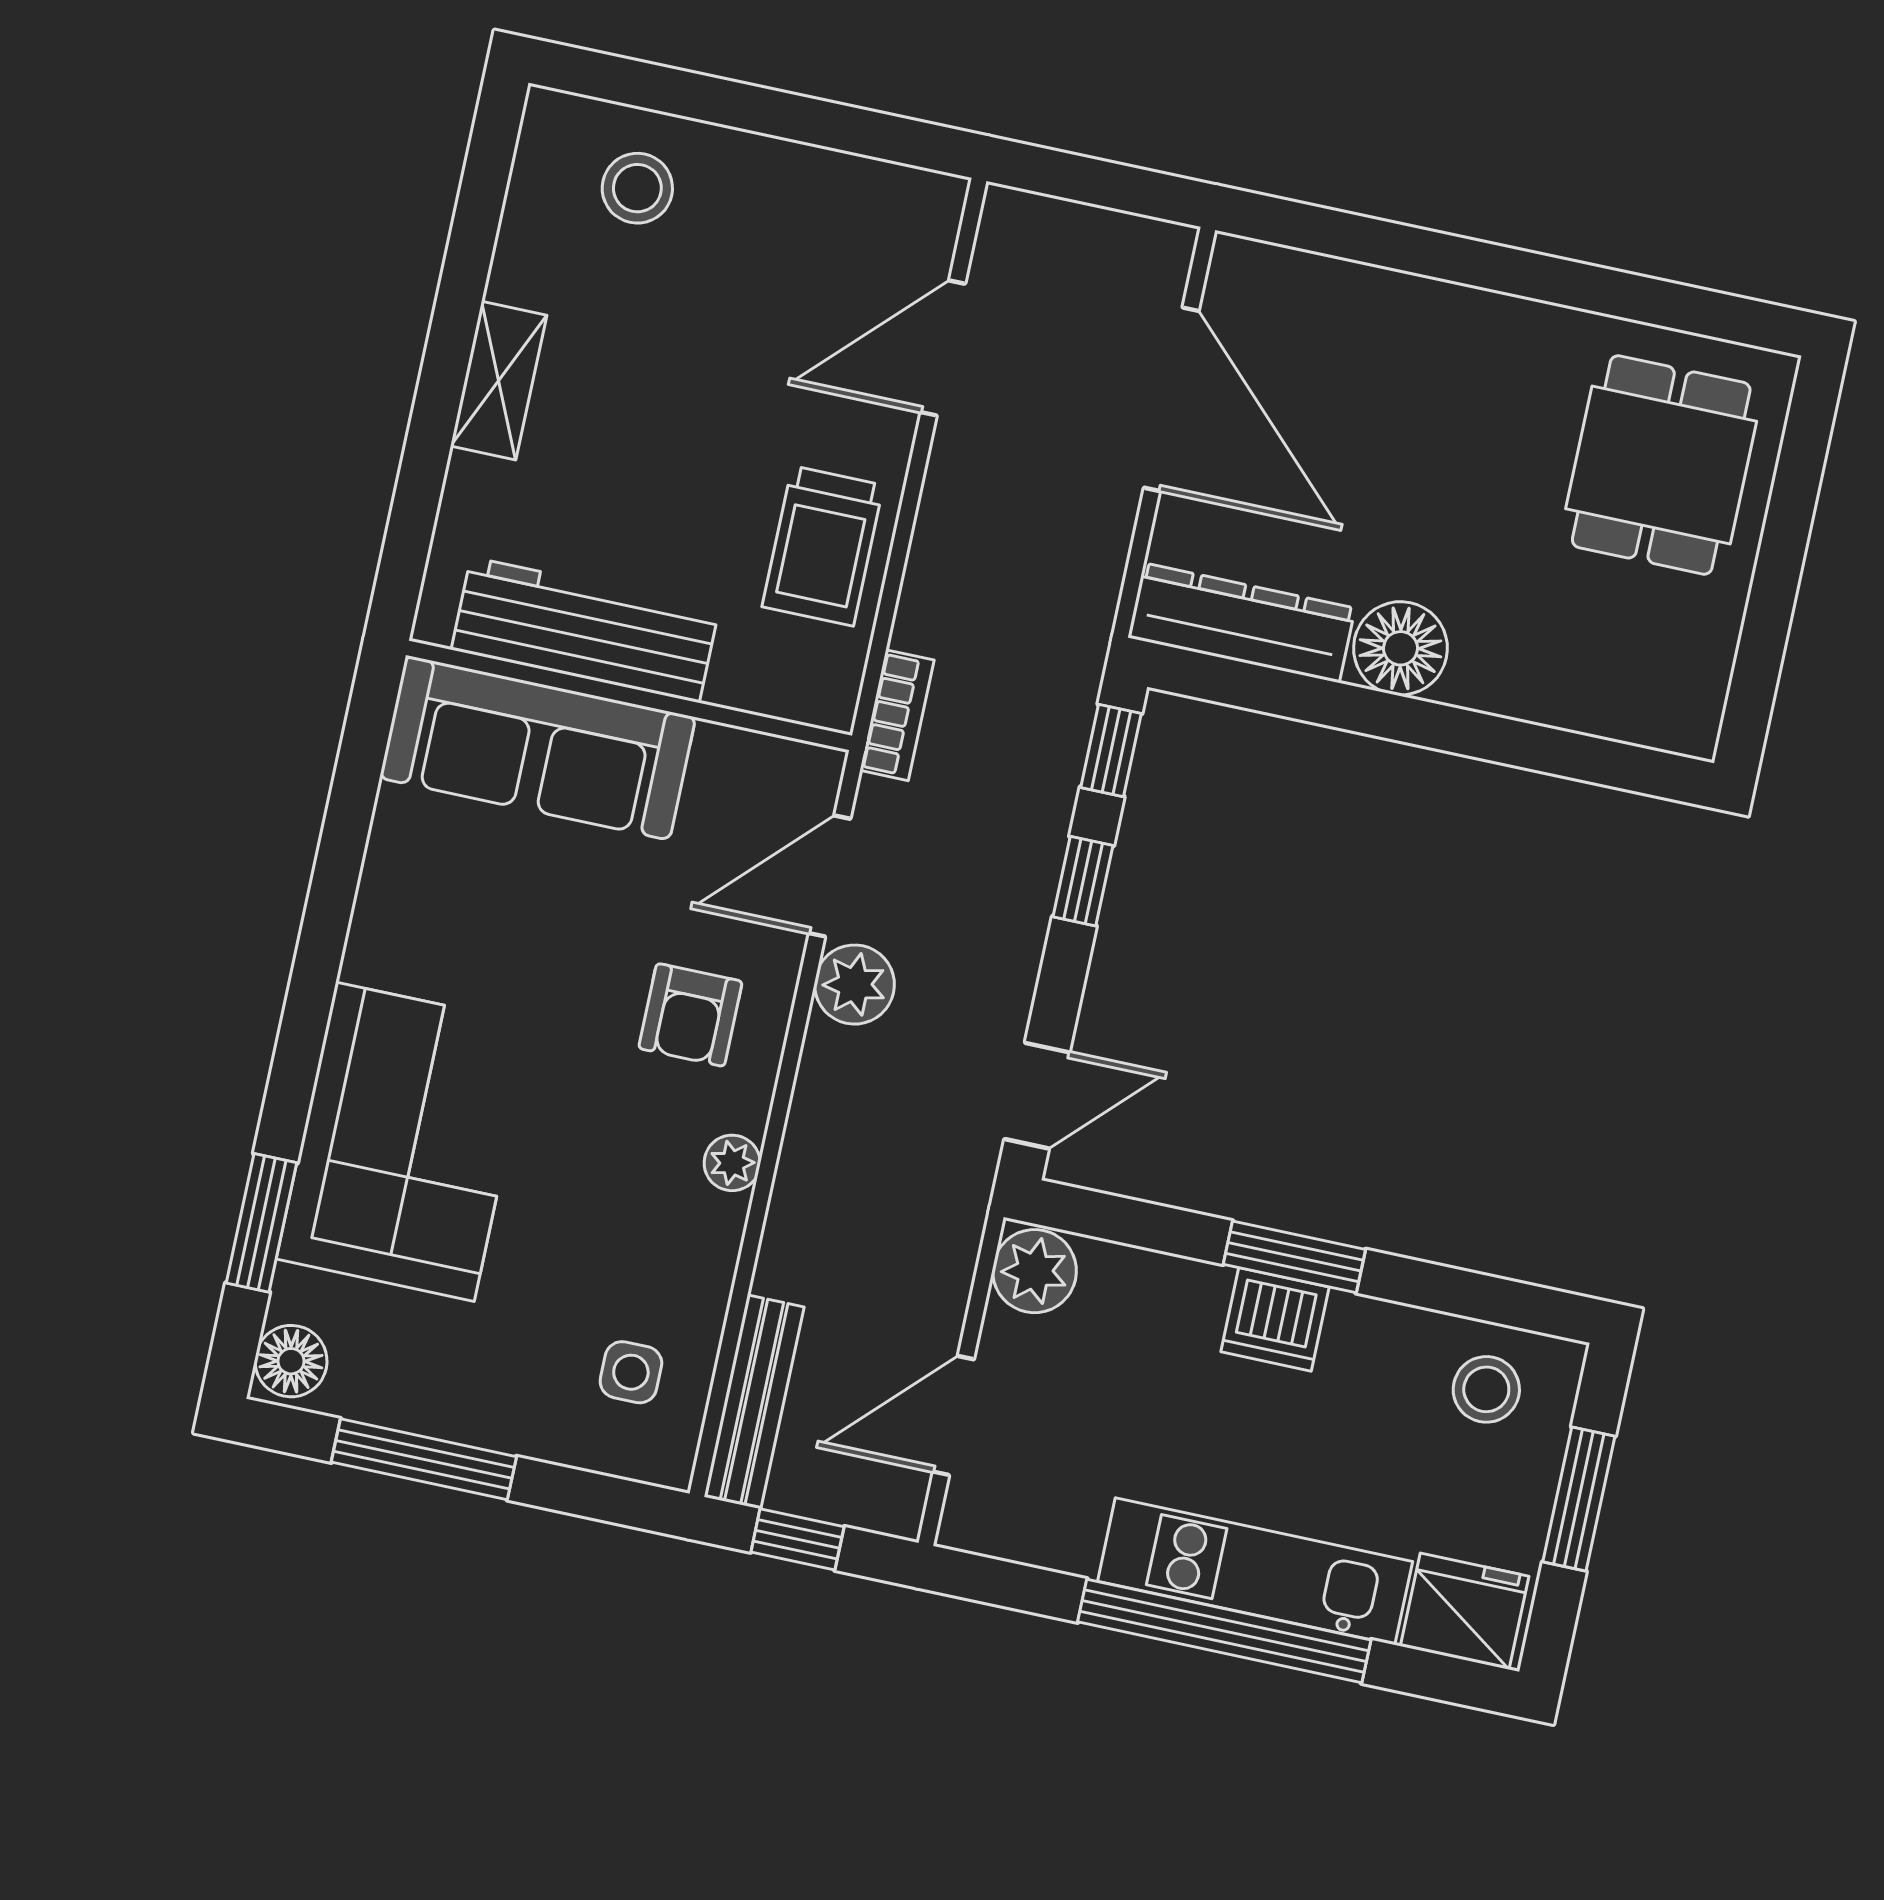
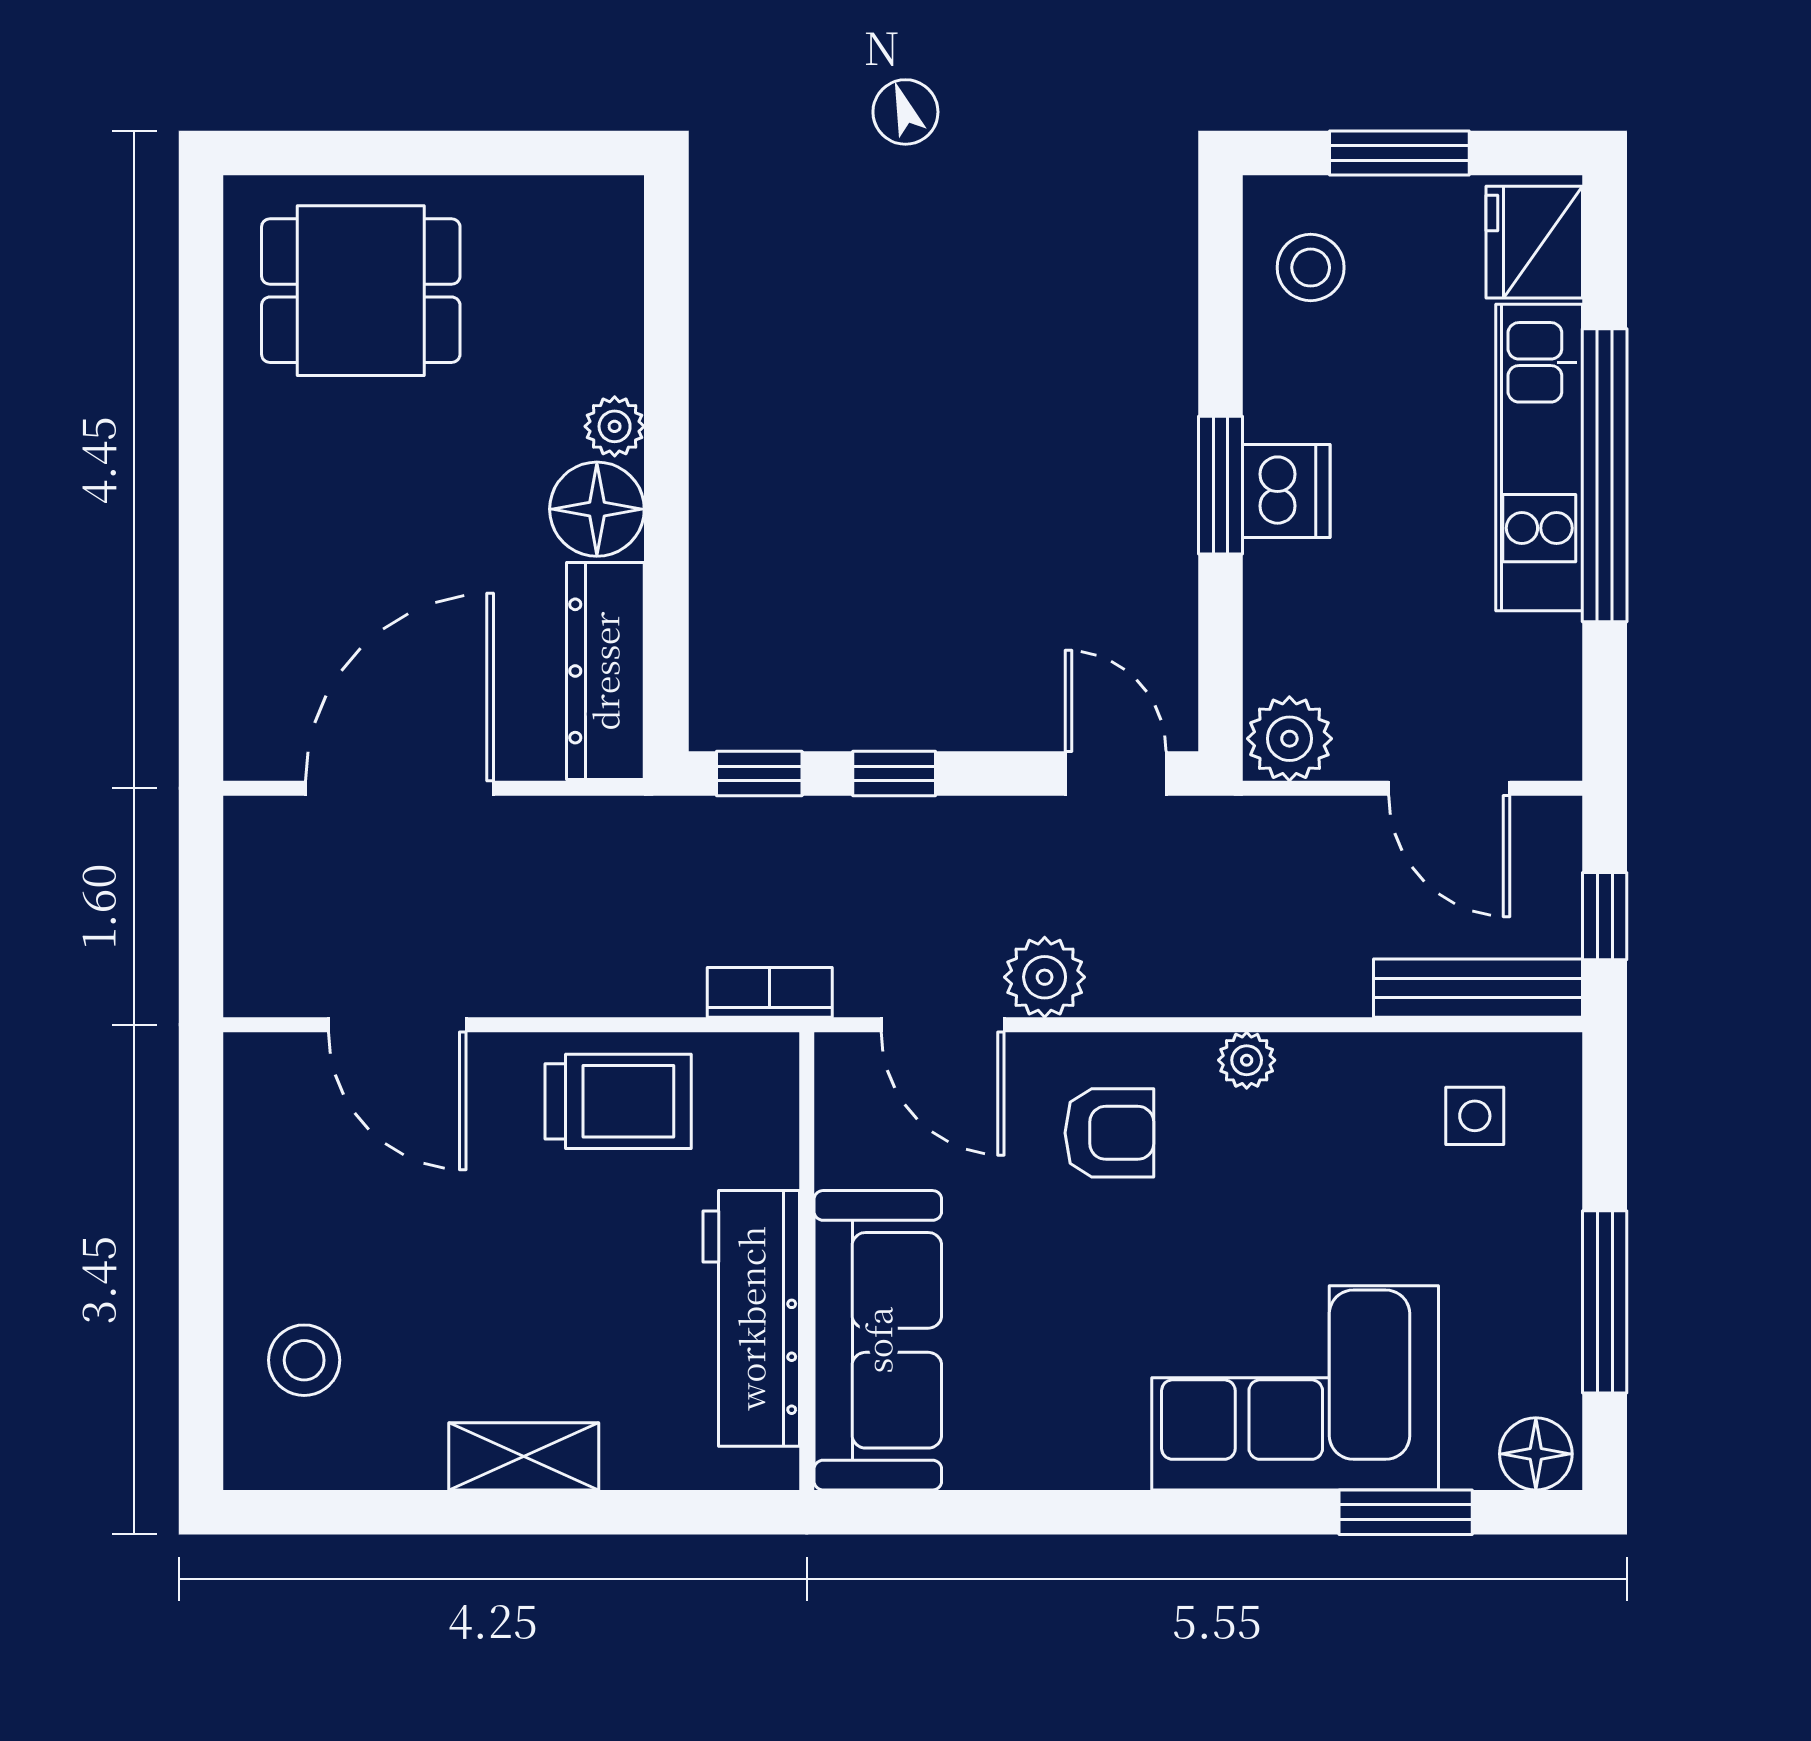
plant: (1477, 683) -> (615, 426), added

